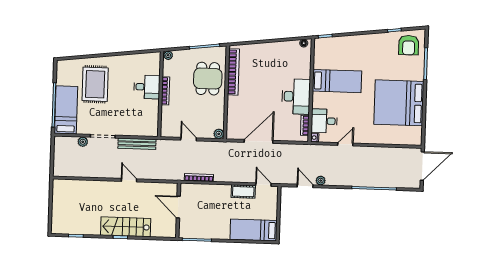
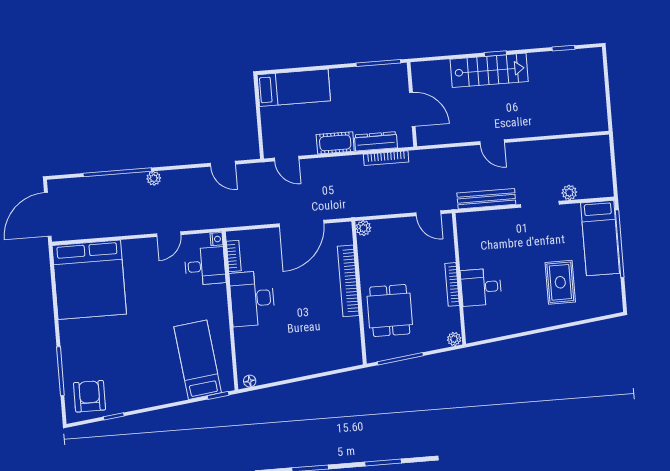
bookcase: (233, 72) -> (348, 281), moved
bed: (337, 81) -> (198, 360), moved, turned 83
rug: (95, 84) -> (560, 282), width x0.73, depth x0.70
bed: (399, 103) -> (89, 280), moved, turned 90
door: (189, 139) -> (428, 213), moved
plant: (321, 181) -> (154, 178), moved
dresser: (204, 189) -> (376, 141), added
cot: (243, 192) -> (335, 143), moved

